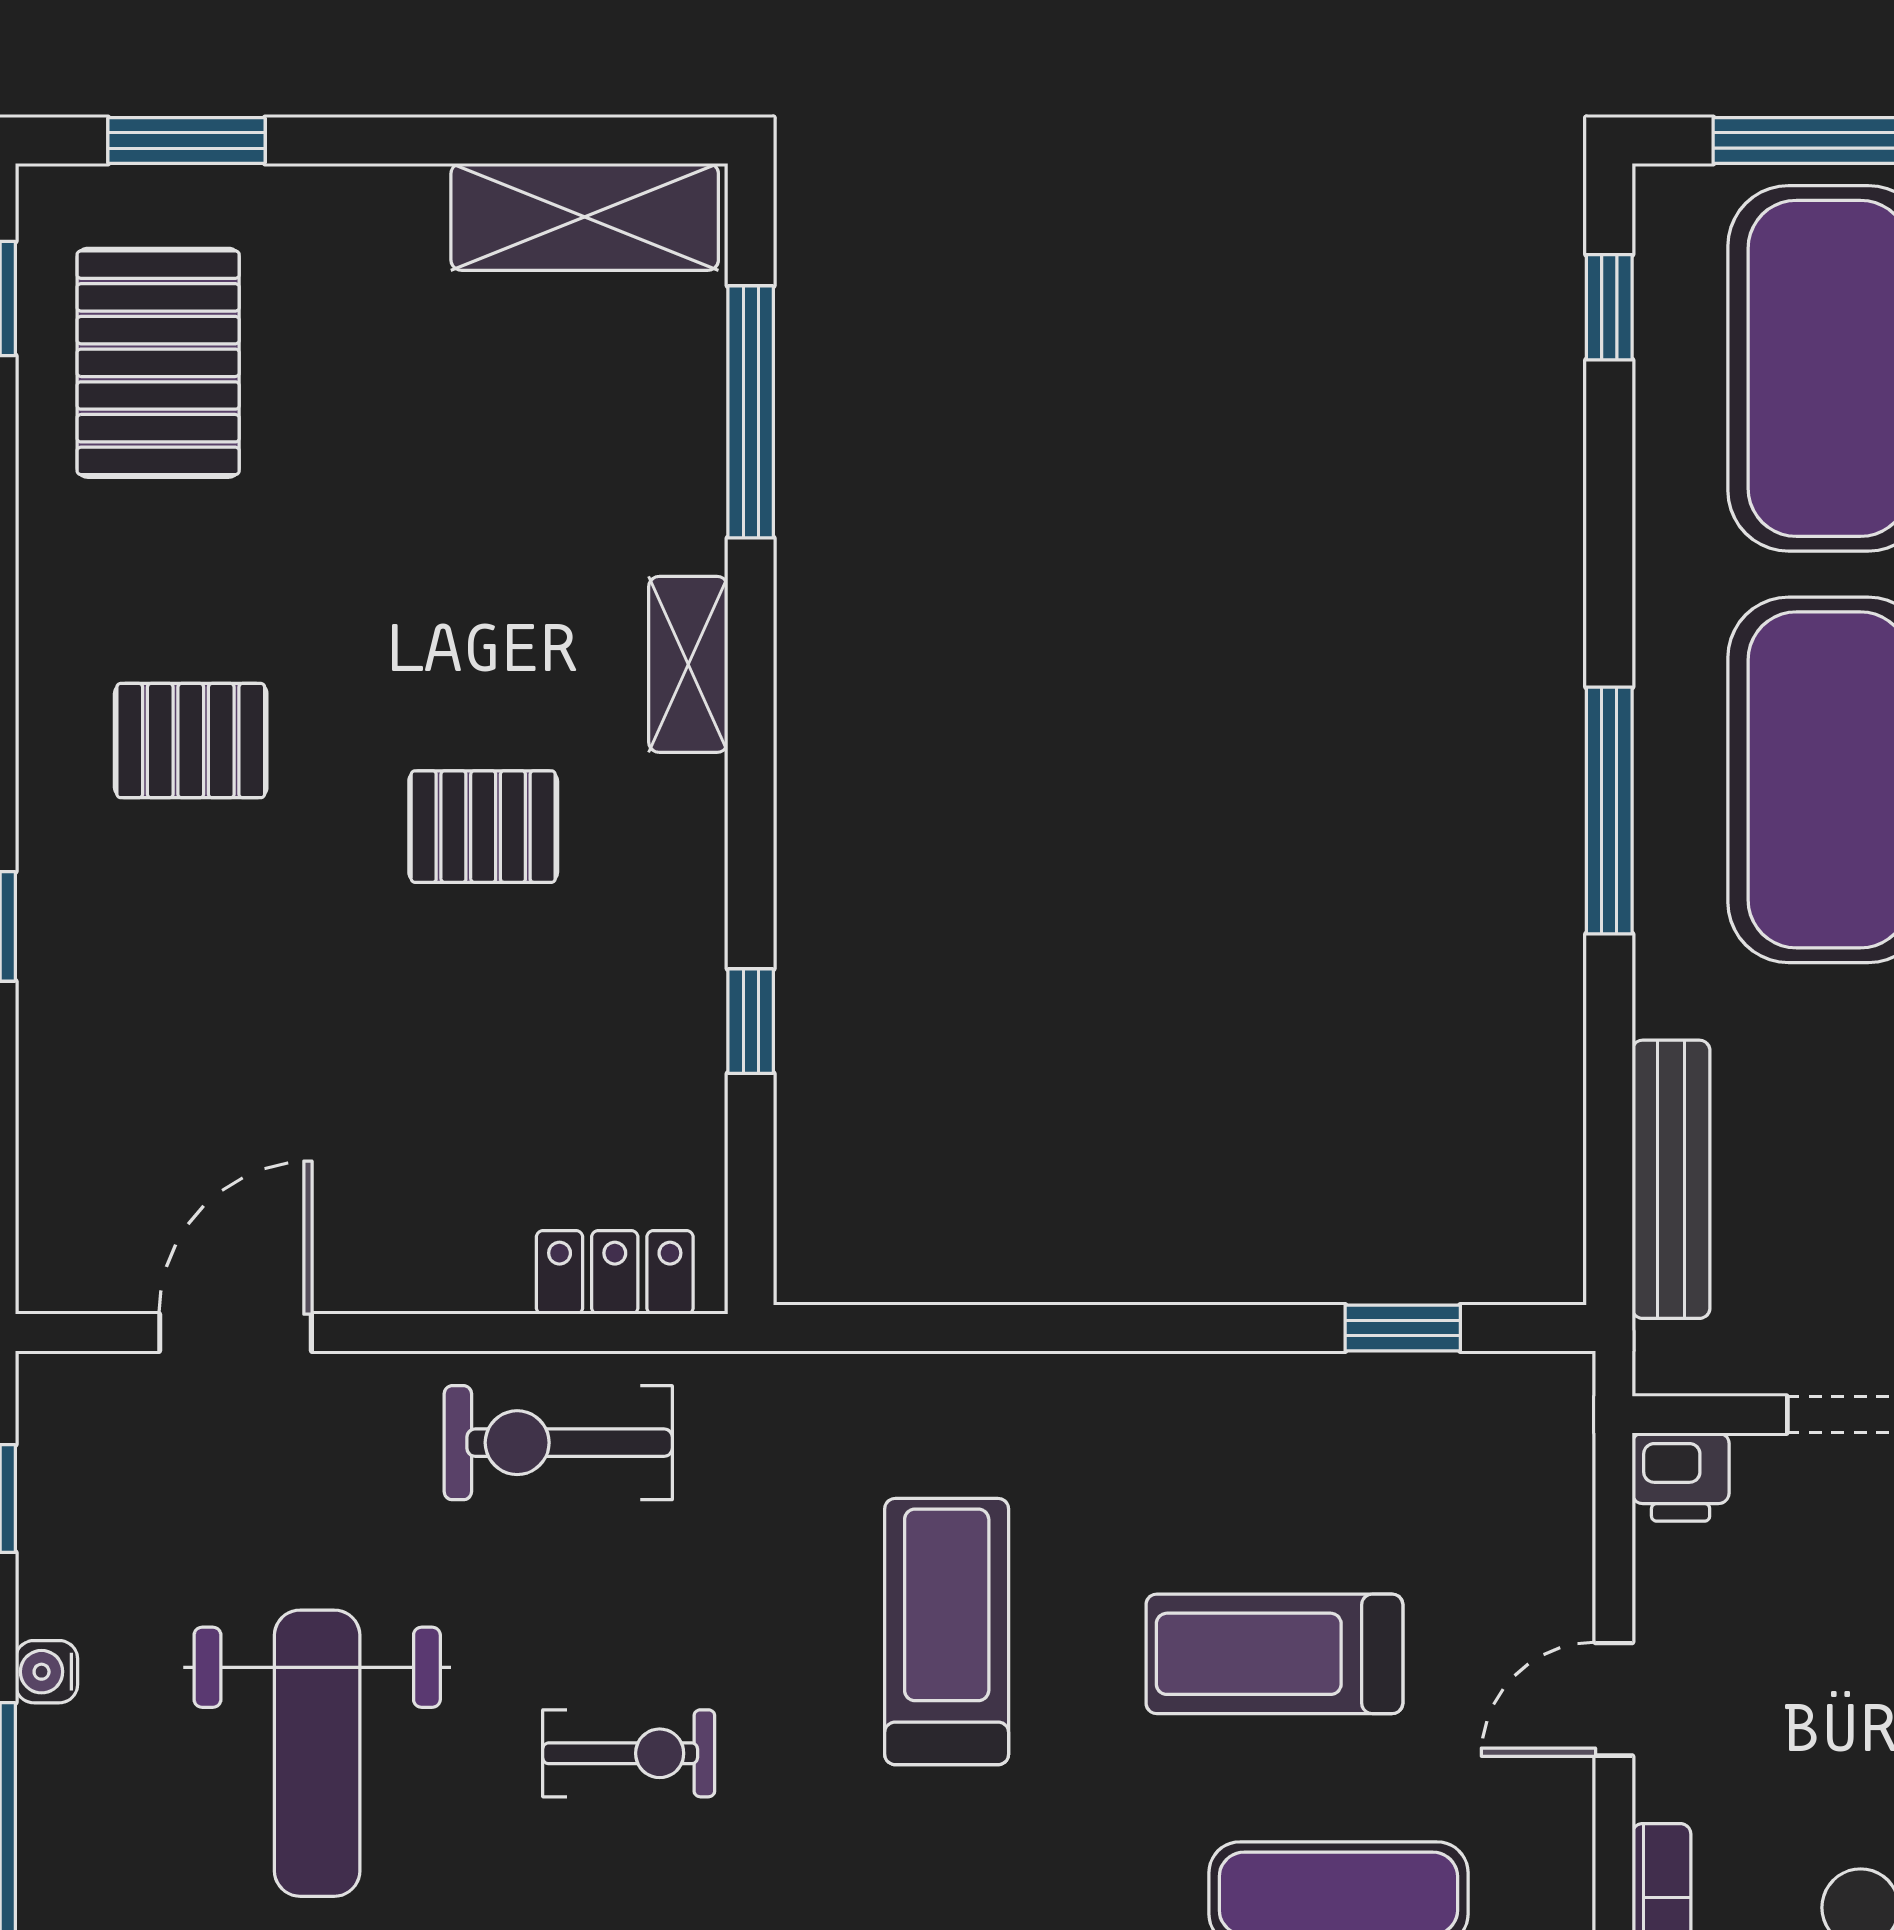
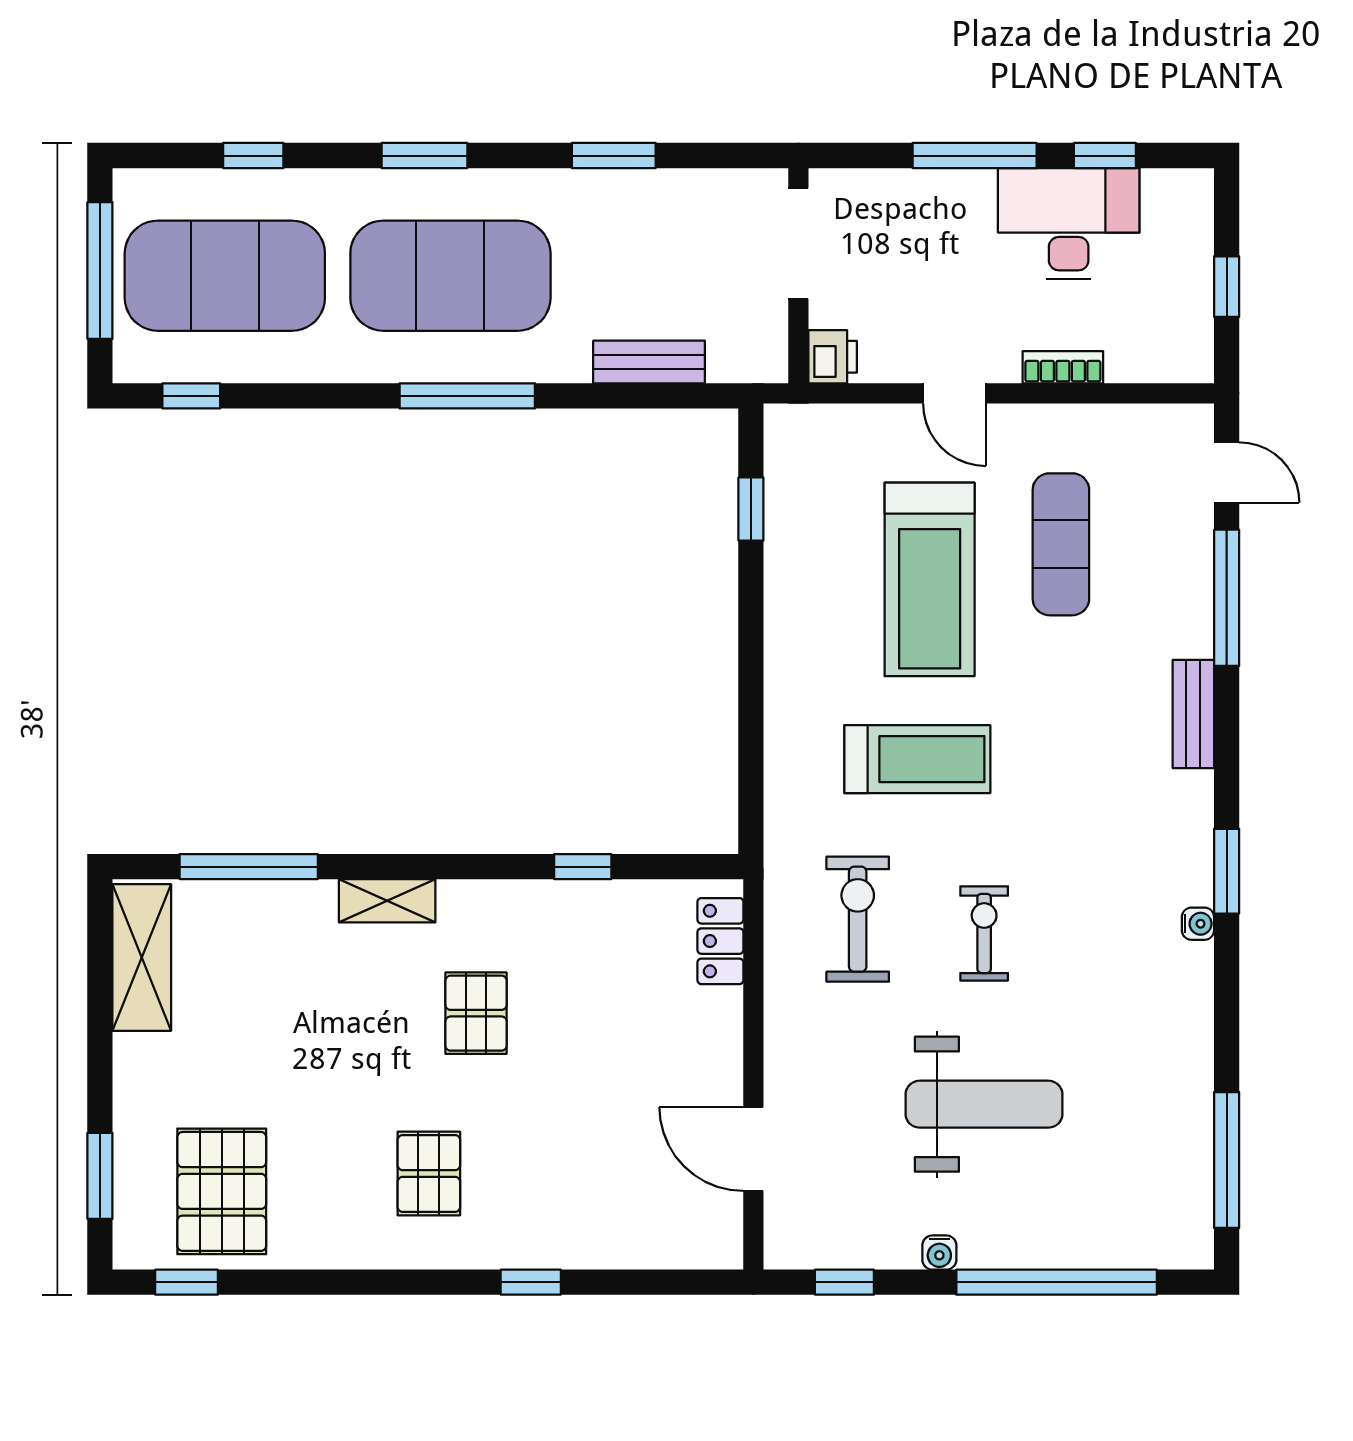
pallet: (158, 363) -> (222, 1191), turned 90
bench: (1671, 1179) -> (649, 362), width x0.73
exercise bike: (558, 1443) -> (858, 919), moved, turned 180
treadmill: (947, 1632) -> (917, 759), turned 180
treadmill: (1274, 1654) -> (930, 579), width x1.37, depth x1.38

